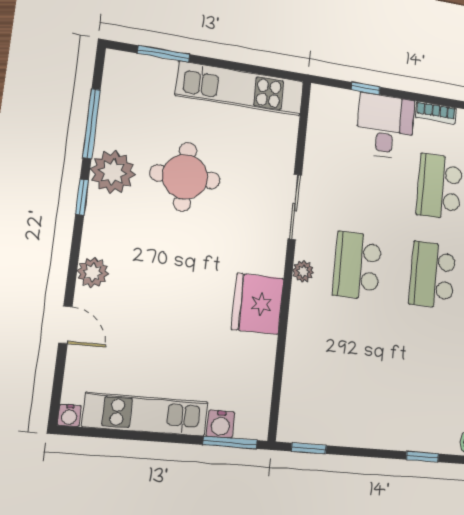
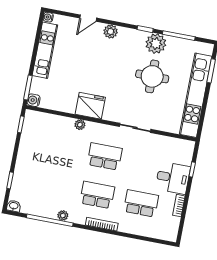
kitchen unit: (240, 89) -> (196, 95), width x1.36
plant: (303, 271) -> (80, 125), moved
water cooler: (221, 424) -> (34, 100), moved

